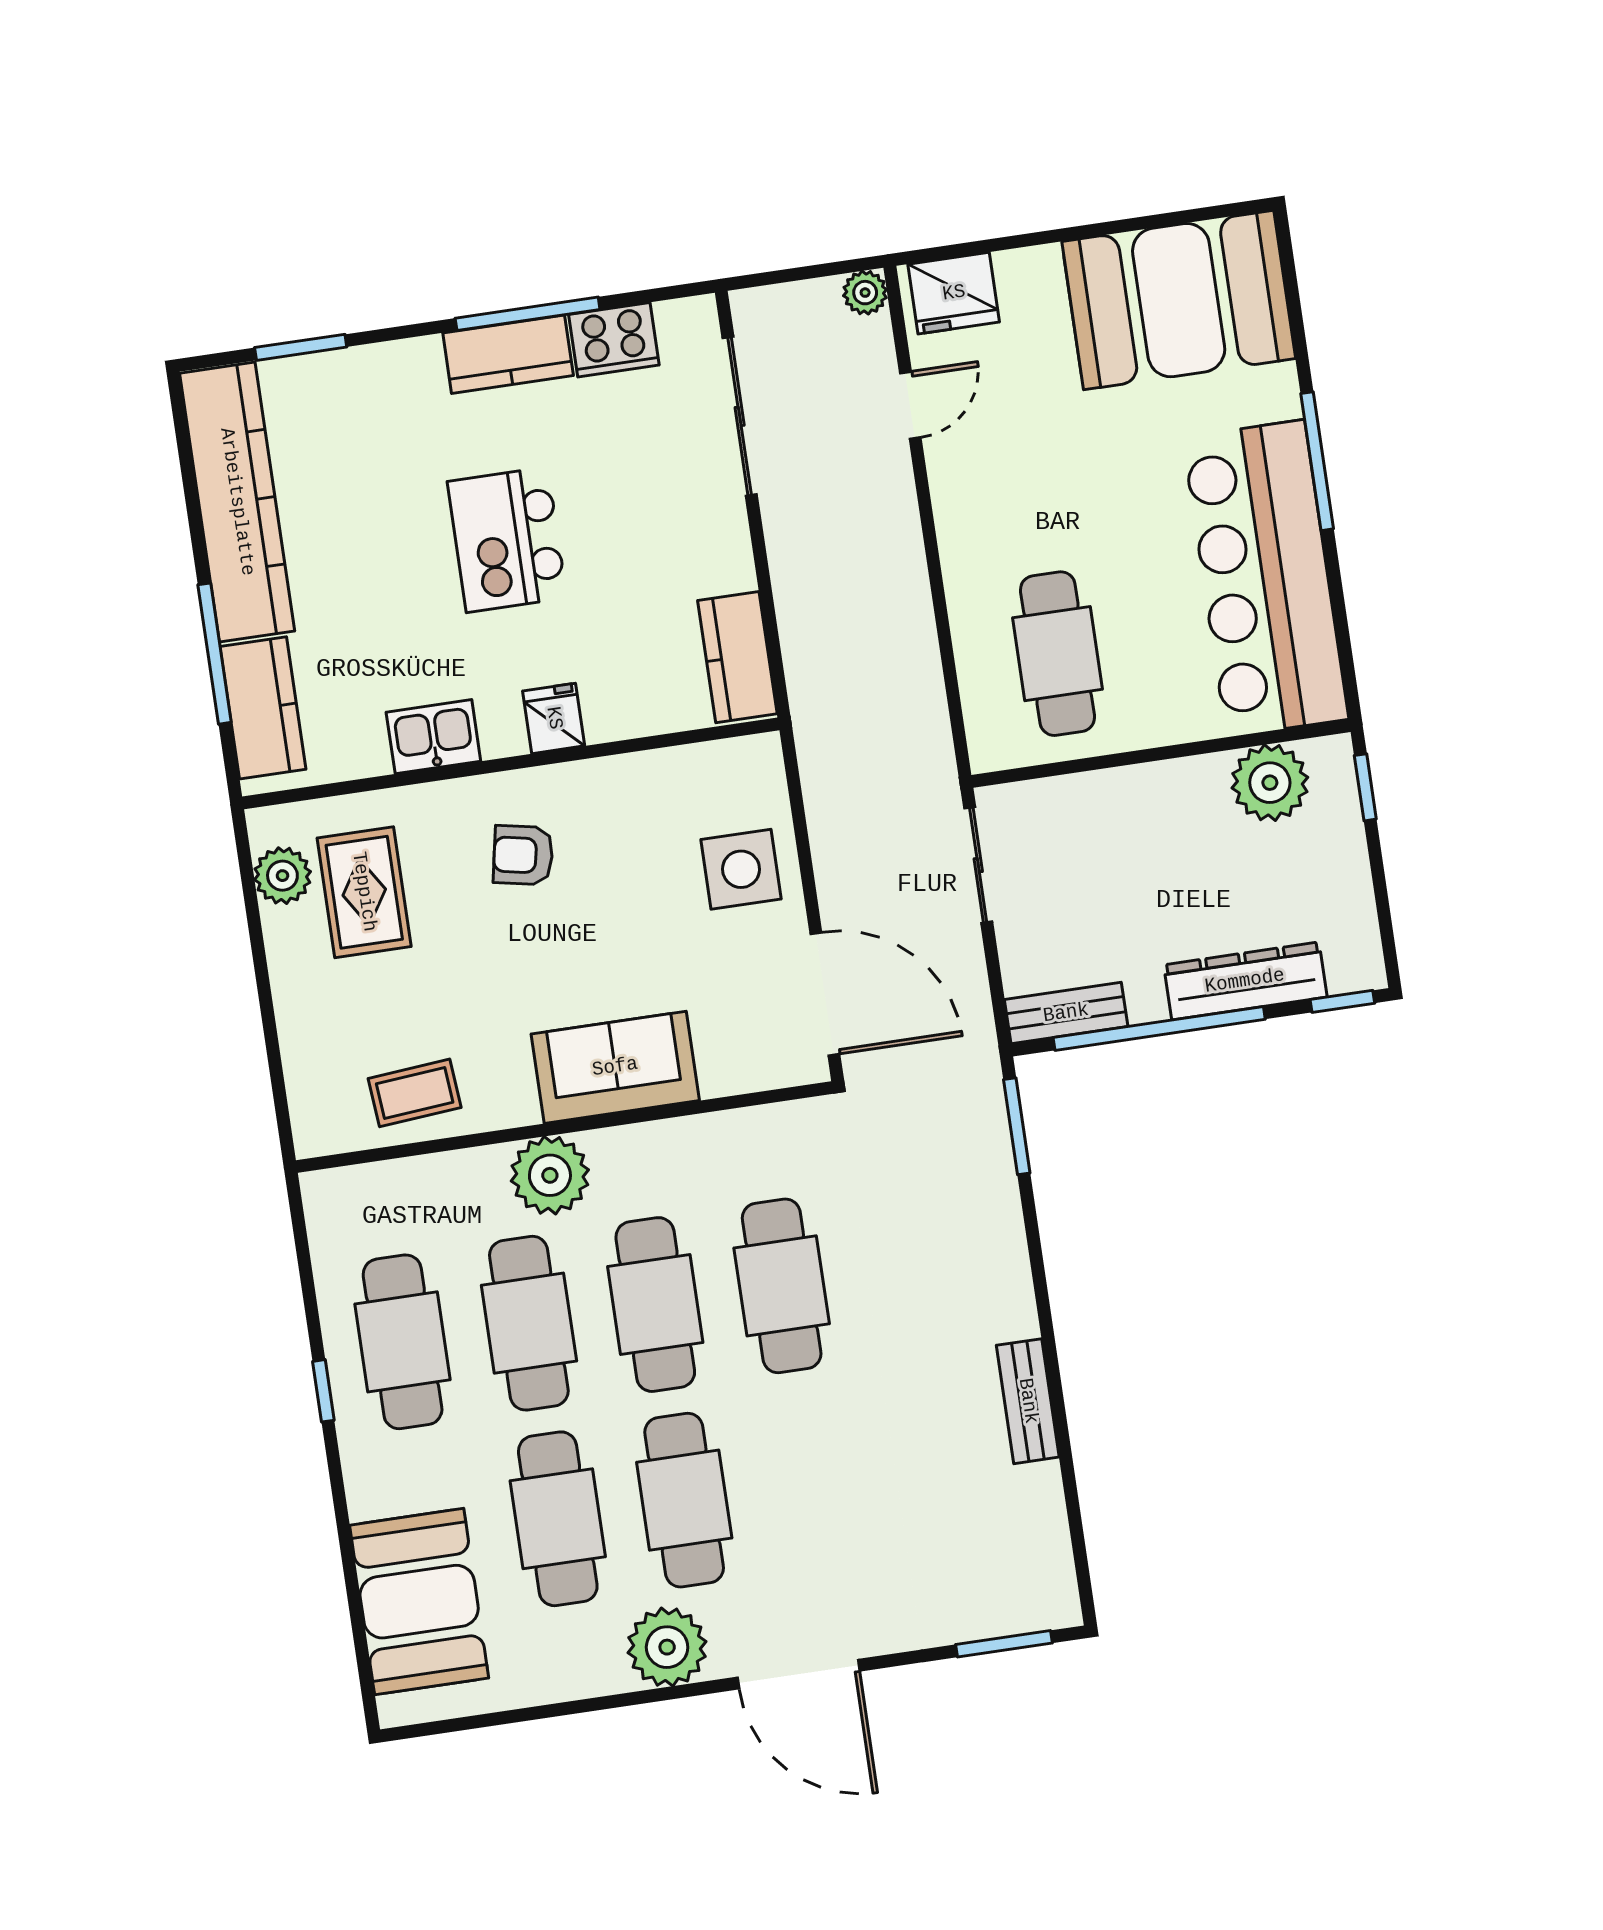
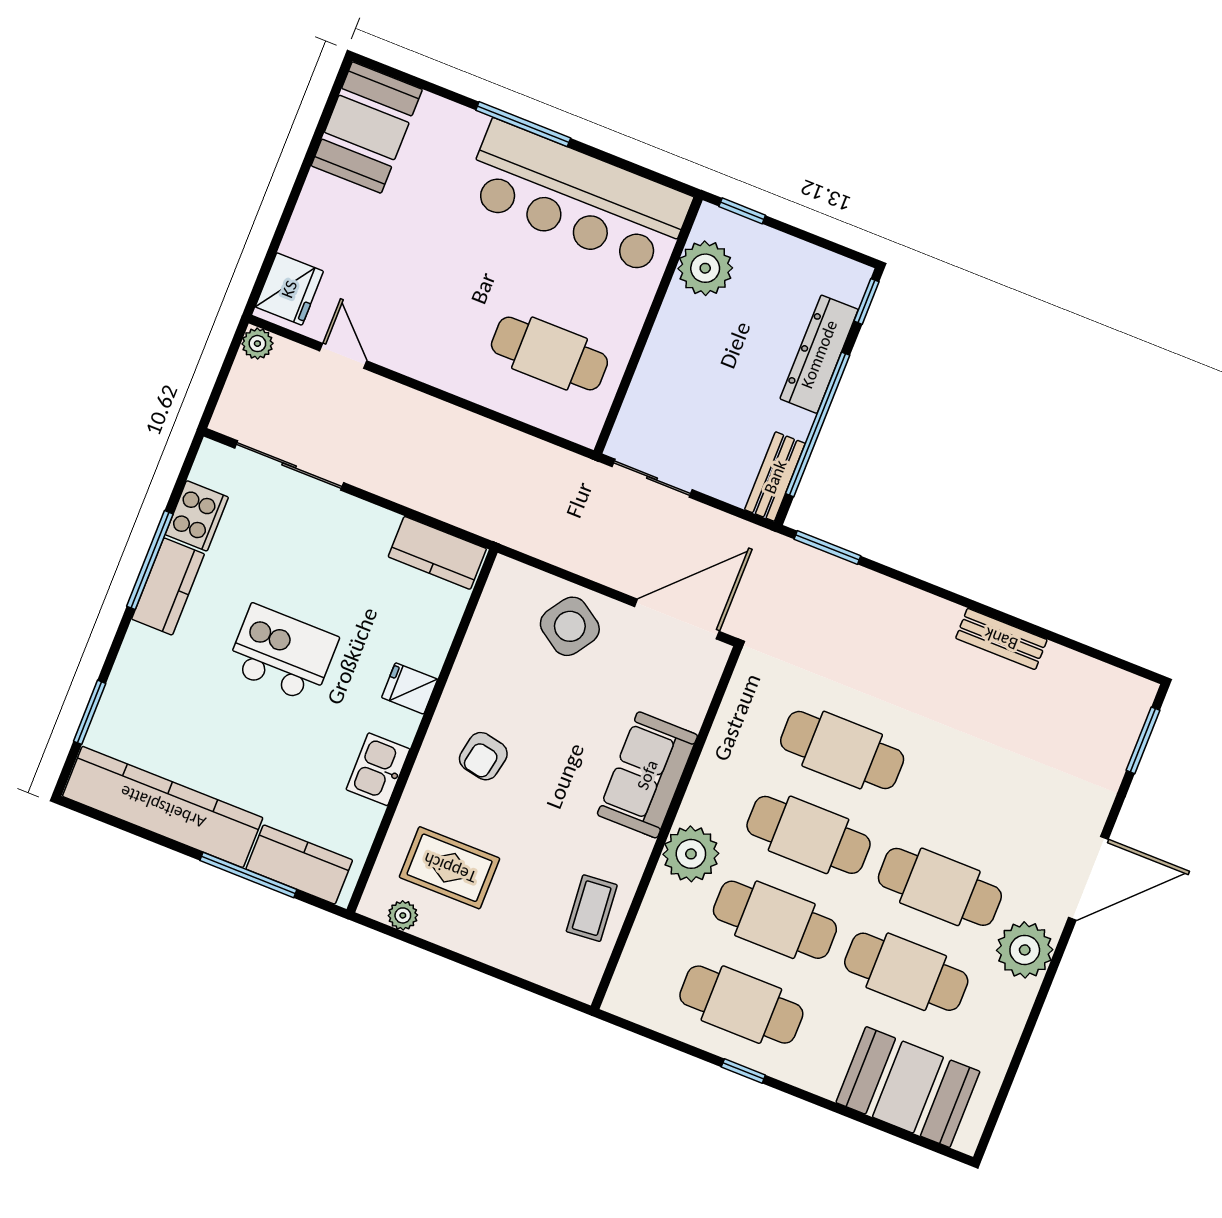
booth: (1179, 300) -> (367, 128), width x0.73, depth x0.70
kitchen island: (507, 540) -> (282, 653), turned 180
side table: (741, 869) -> (570, 626), turned 34
plant: (282, 876) -> (403, 915), width x0.73, depth x0.73

